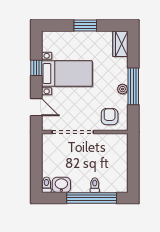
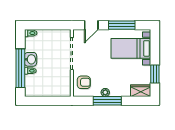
window: (85, 26) -> (155, 74), moved
window: (36, 68) -> (122, 25), width x2.17
bed with nightstands: (67, 74) -> (131, 48), moved, turned 90
washbasin: (61, 185) -> (31, 59), moved

